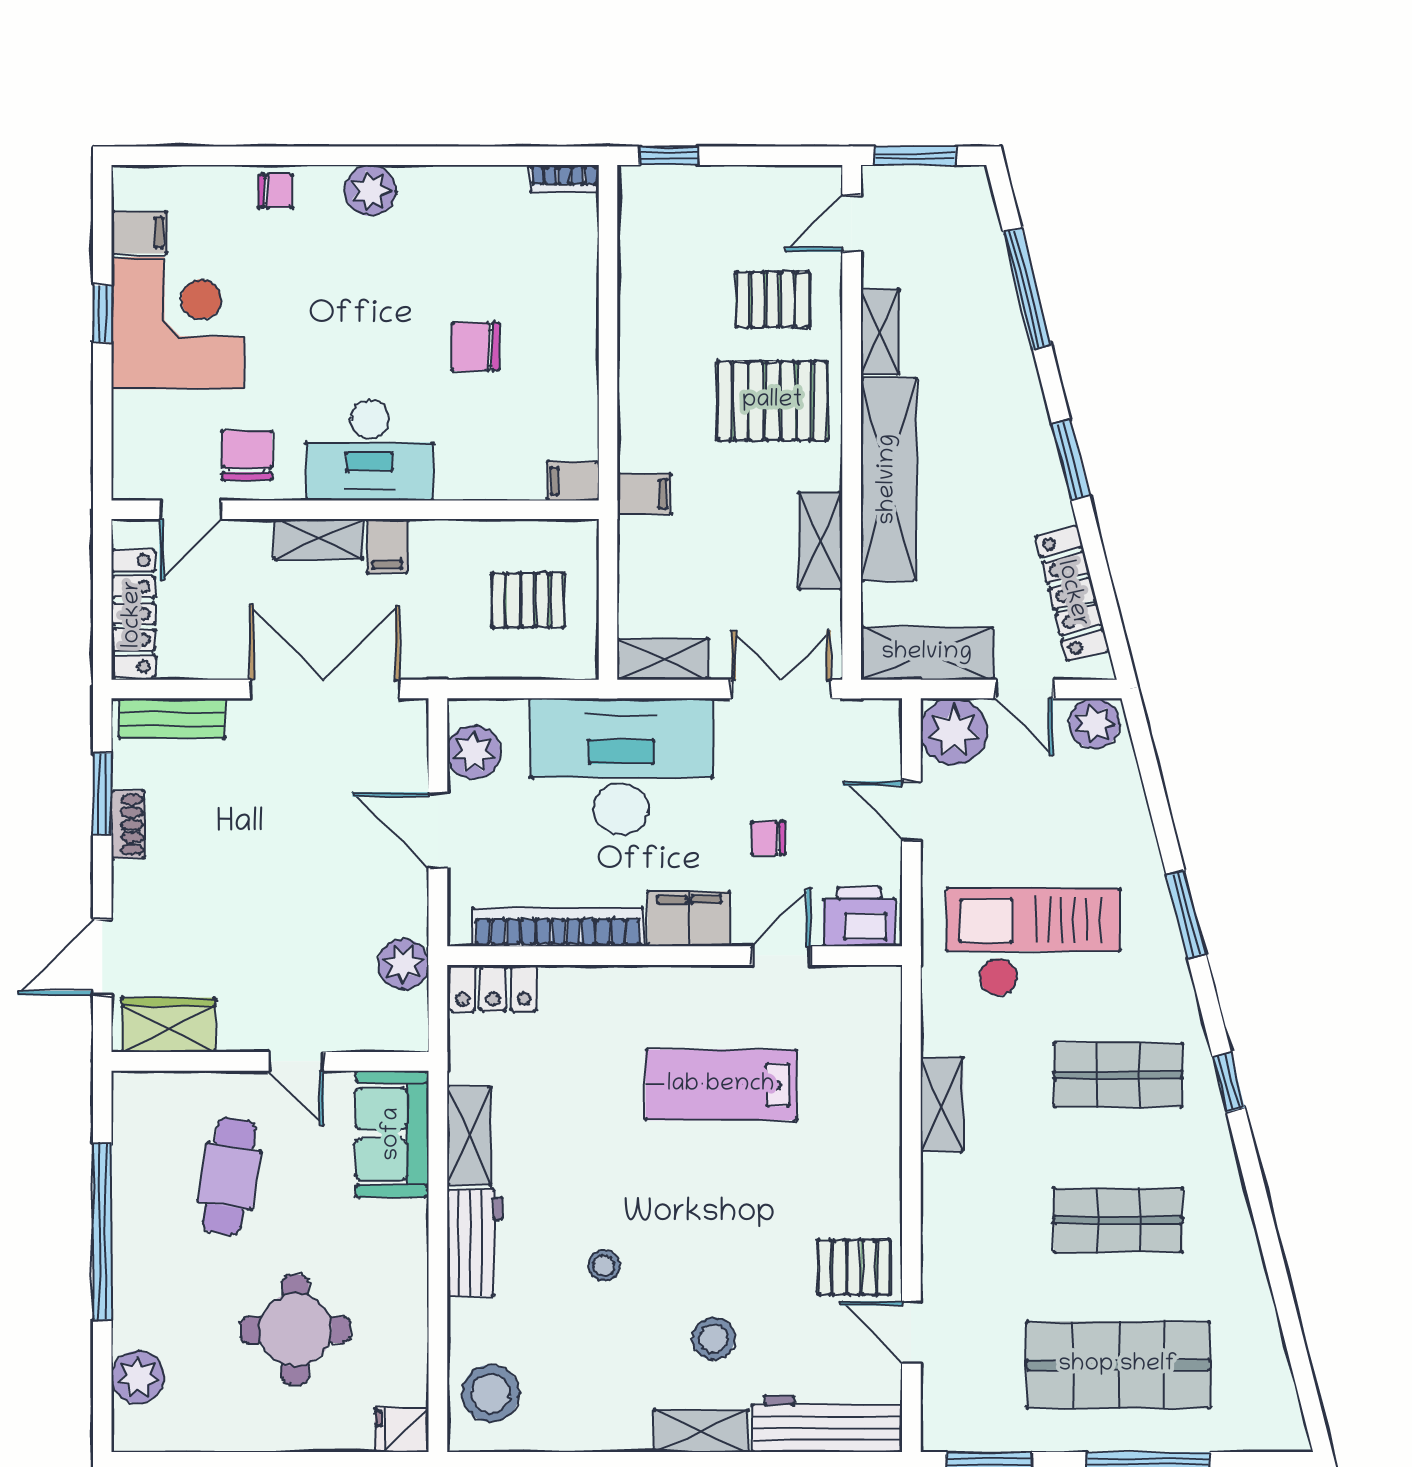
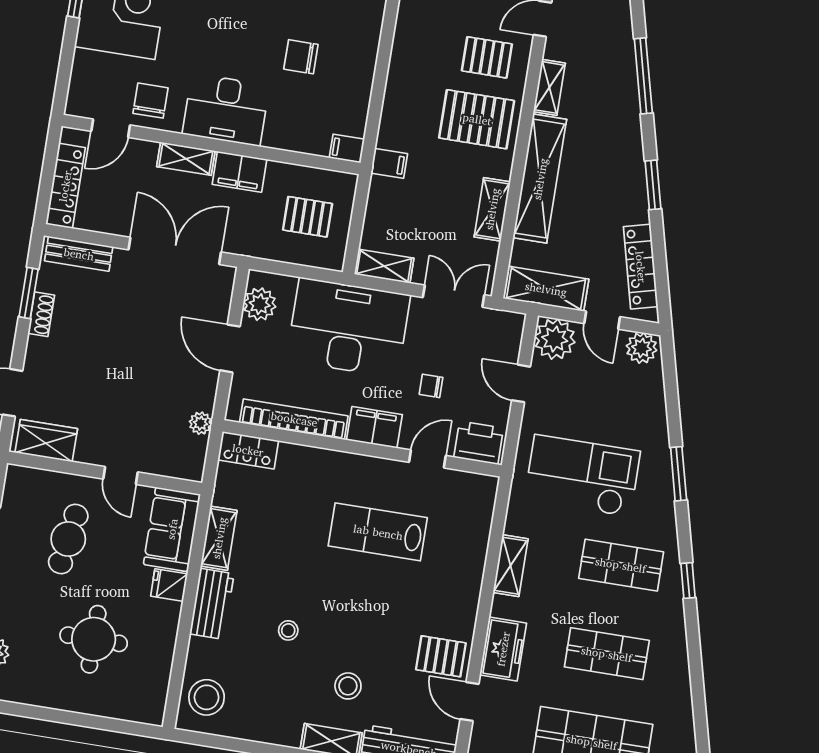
filing cabinet: (387, 546) -> (239, 172), width x2.00
plant: (403, 964) -> (201, 423), width x0.73, depth x0.73
freezer: (951, 1239) -> (503, 649), added
fridge: (402, 1430) -> (169, 585), moved

